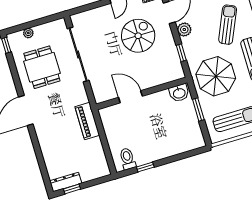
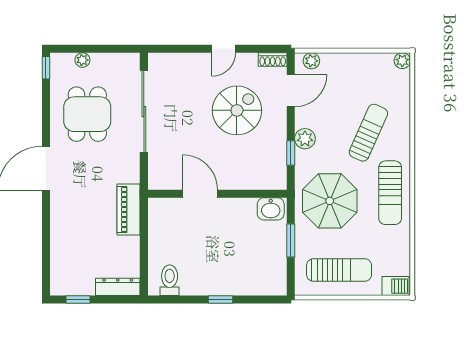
plant: (184, 30) -> (305, 139), moved
window: (145, 167) -> (220, 299), moved
dresser: (66, 182) -> (118, 287), moved

